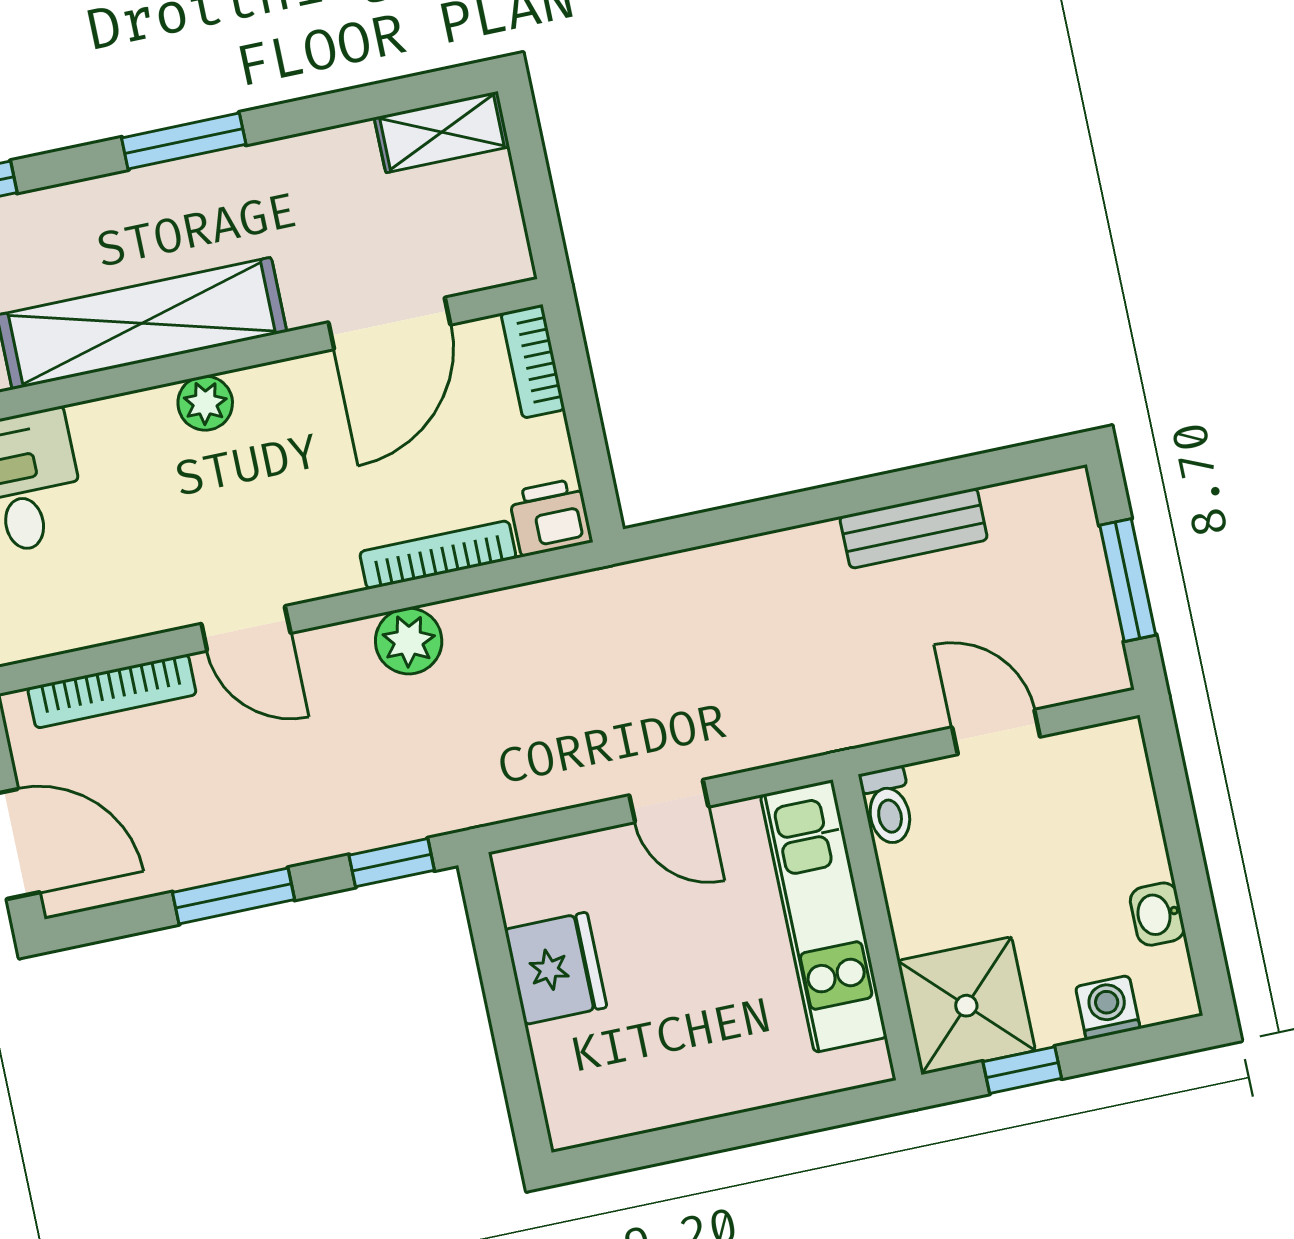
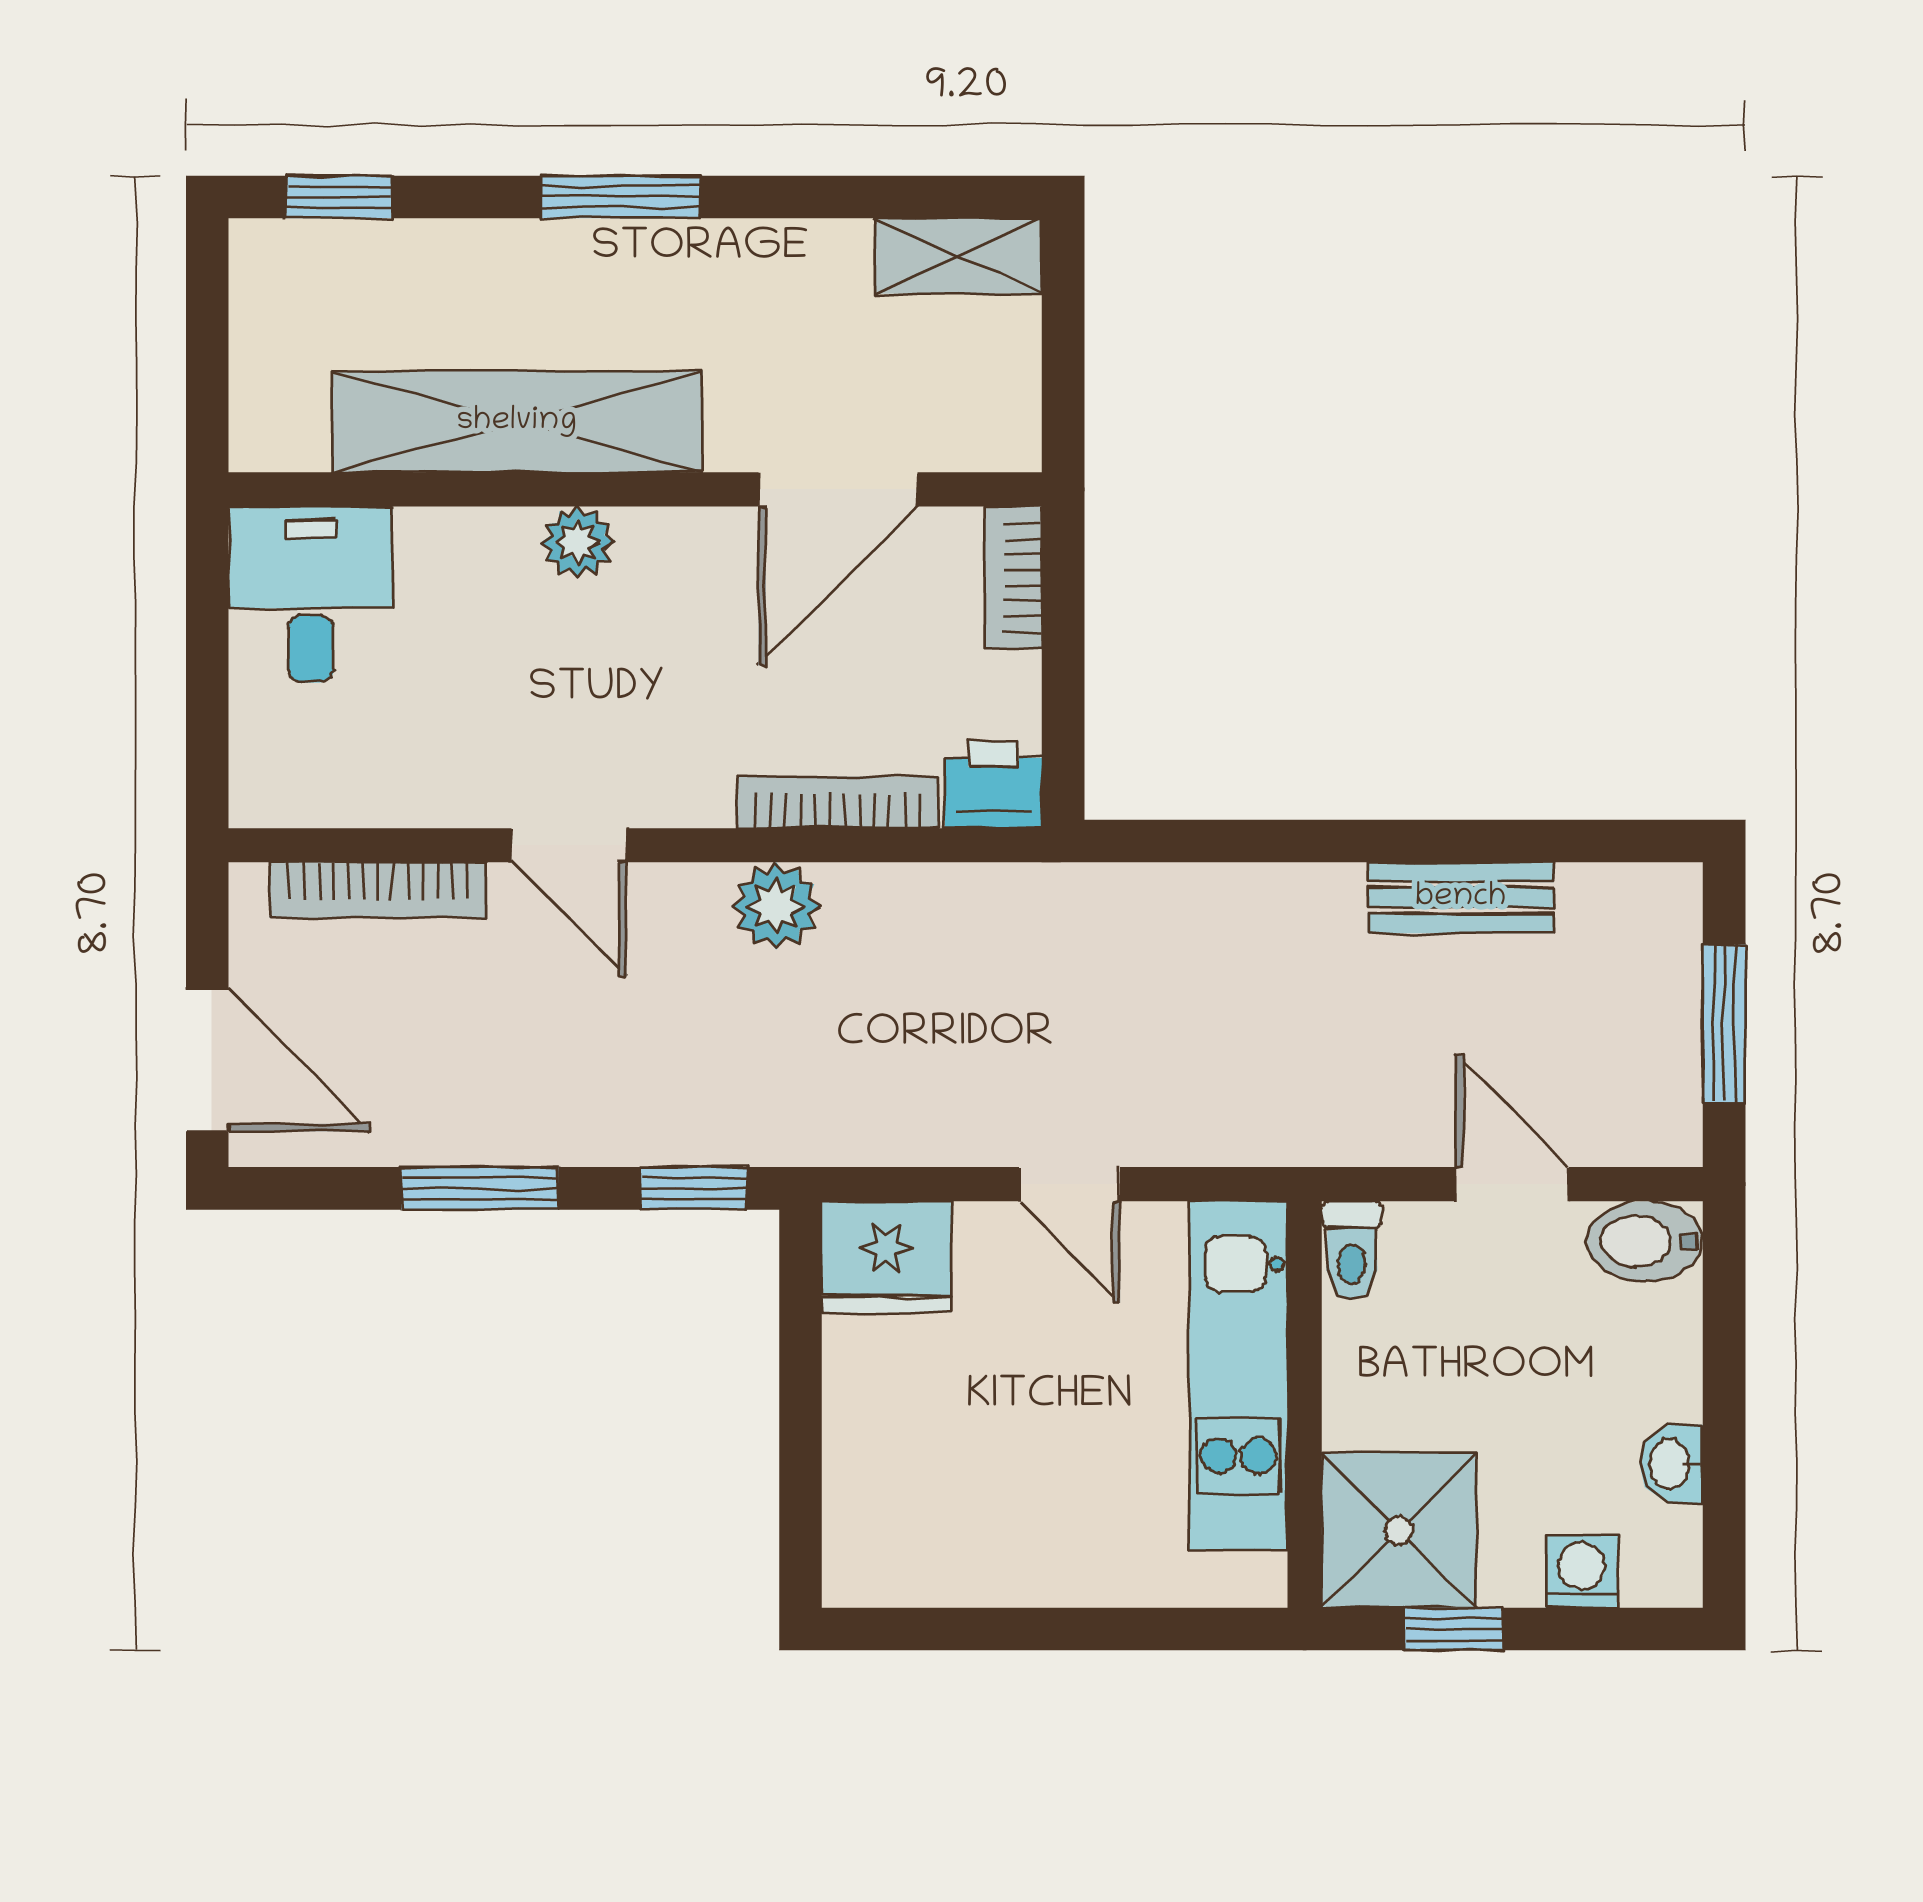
bidet: (1103, 753) -> (1645, 1241), added
fridge: (556, 968) -> (886, 1257), moved, turned 90

